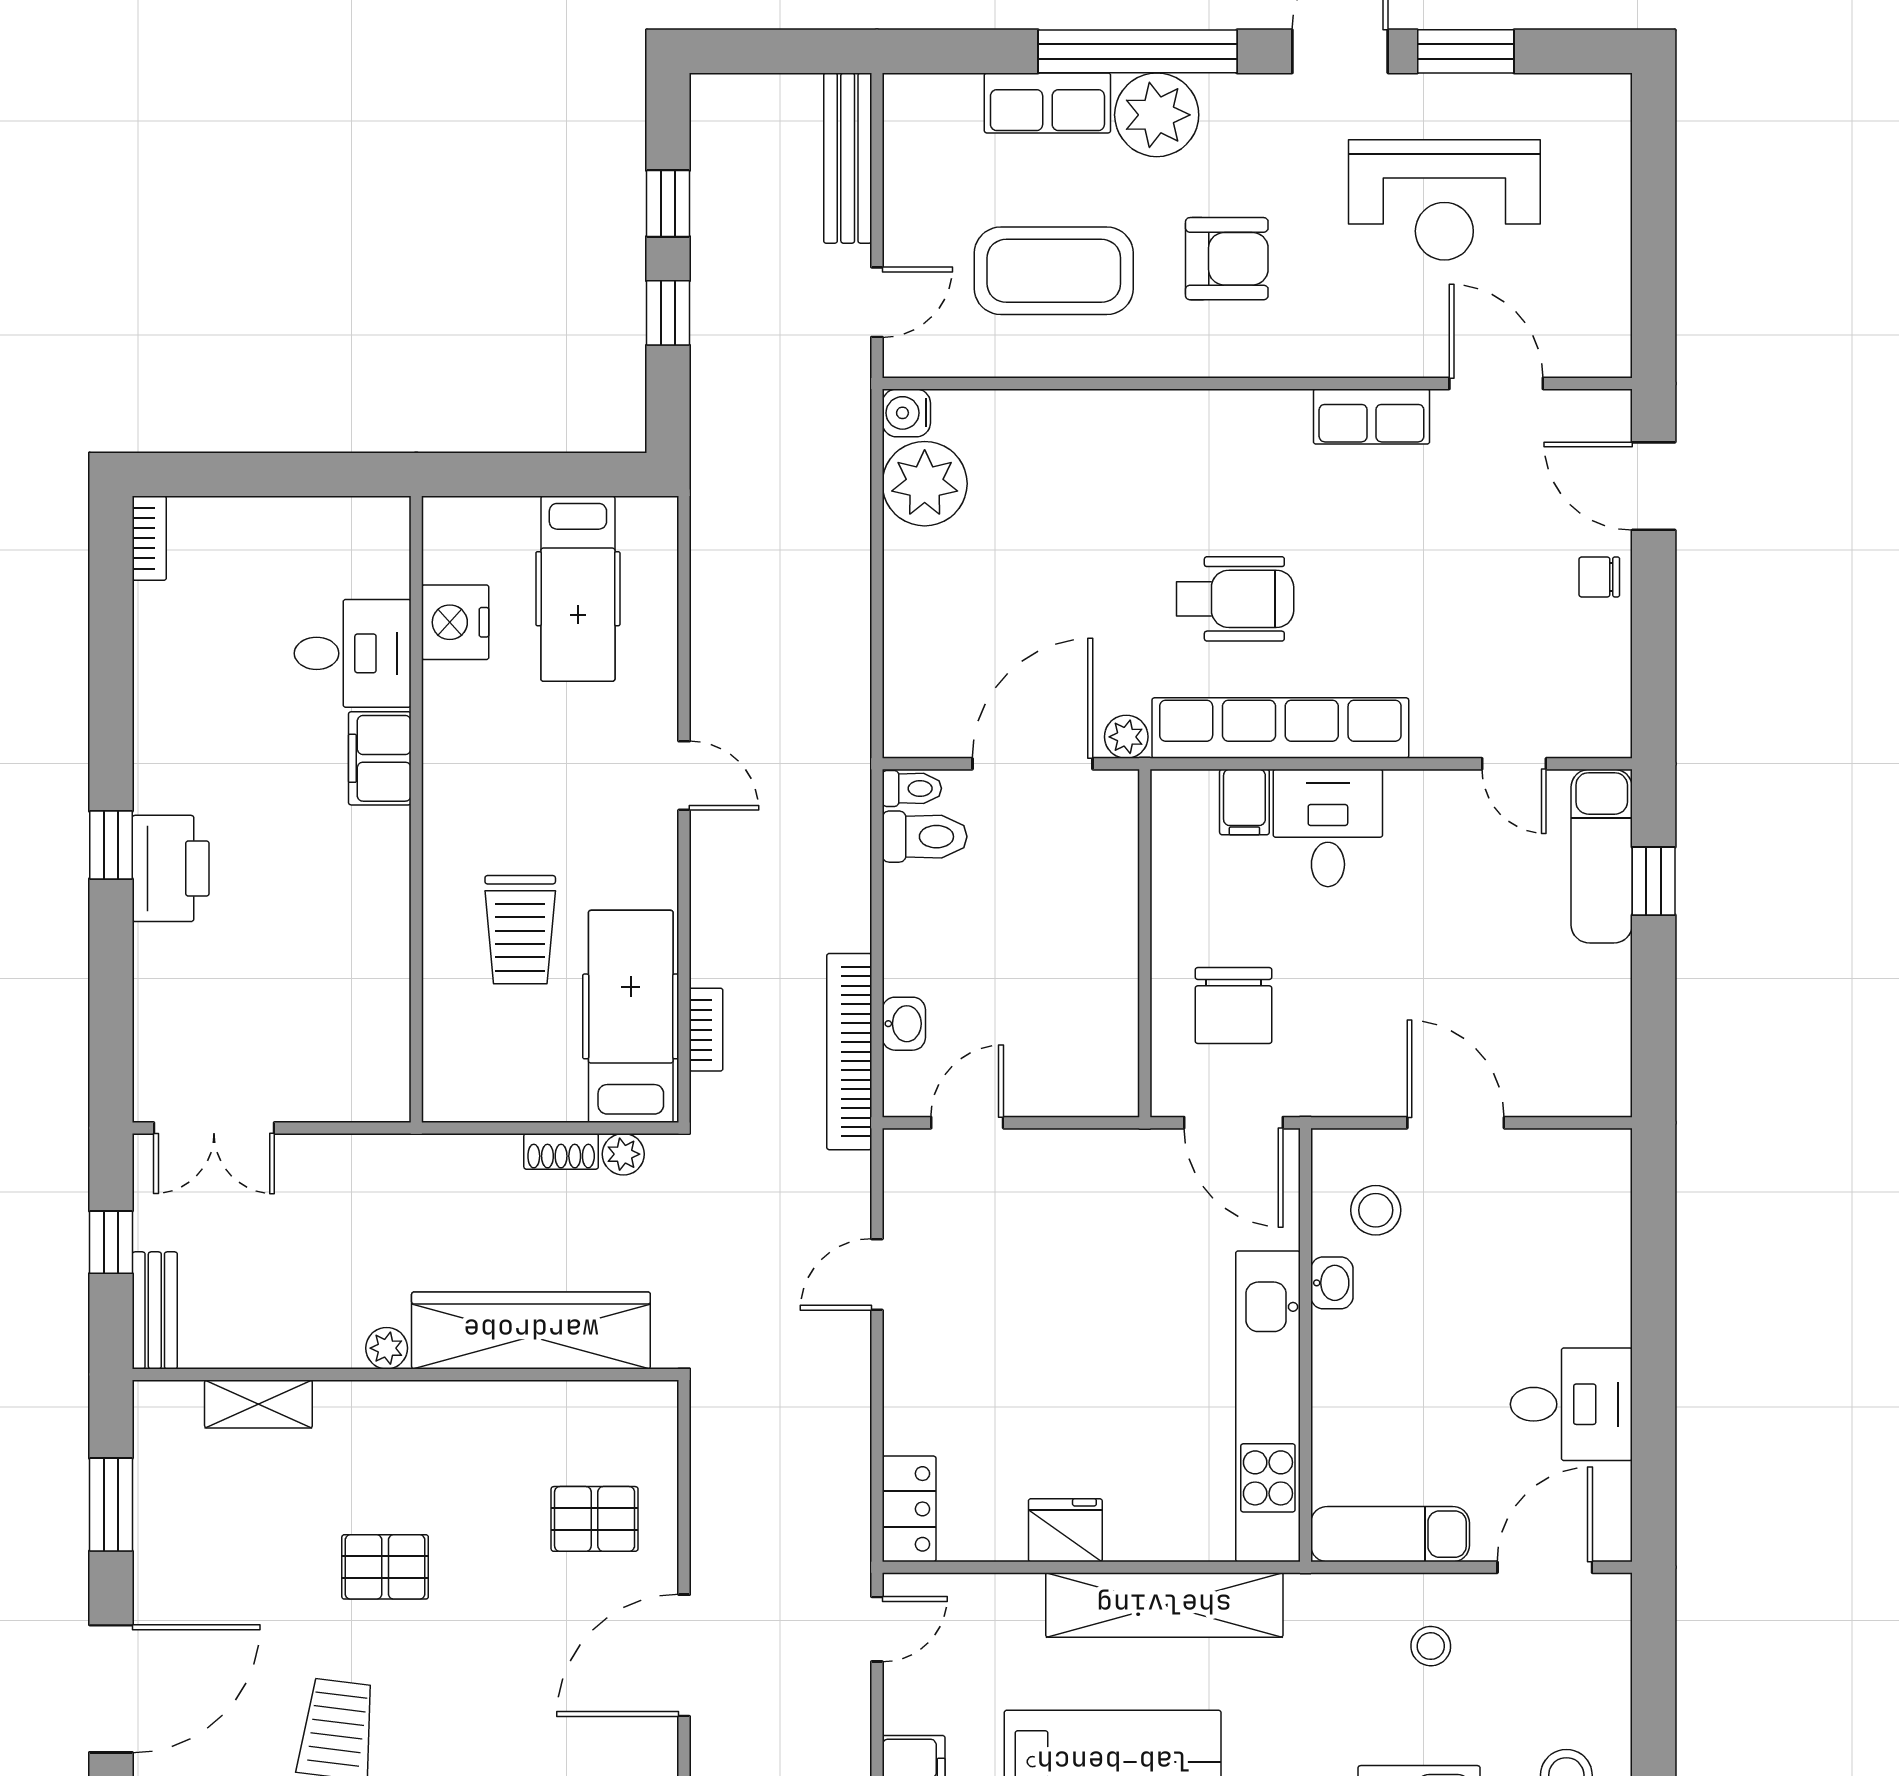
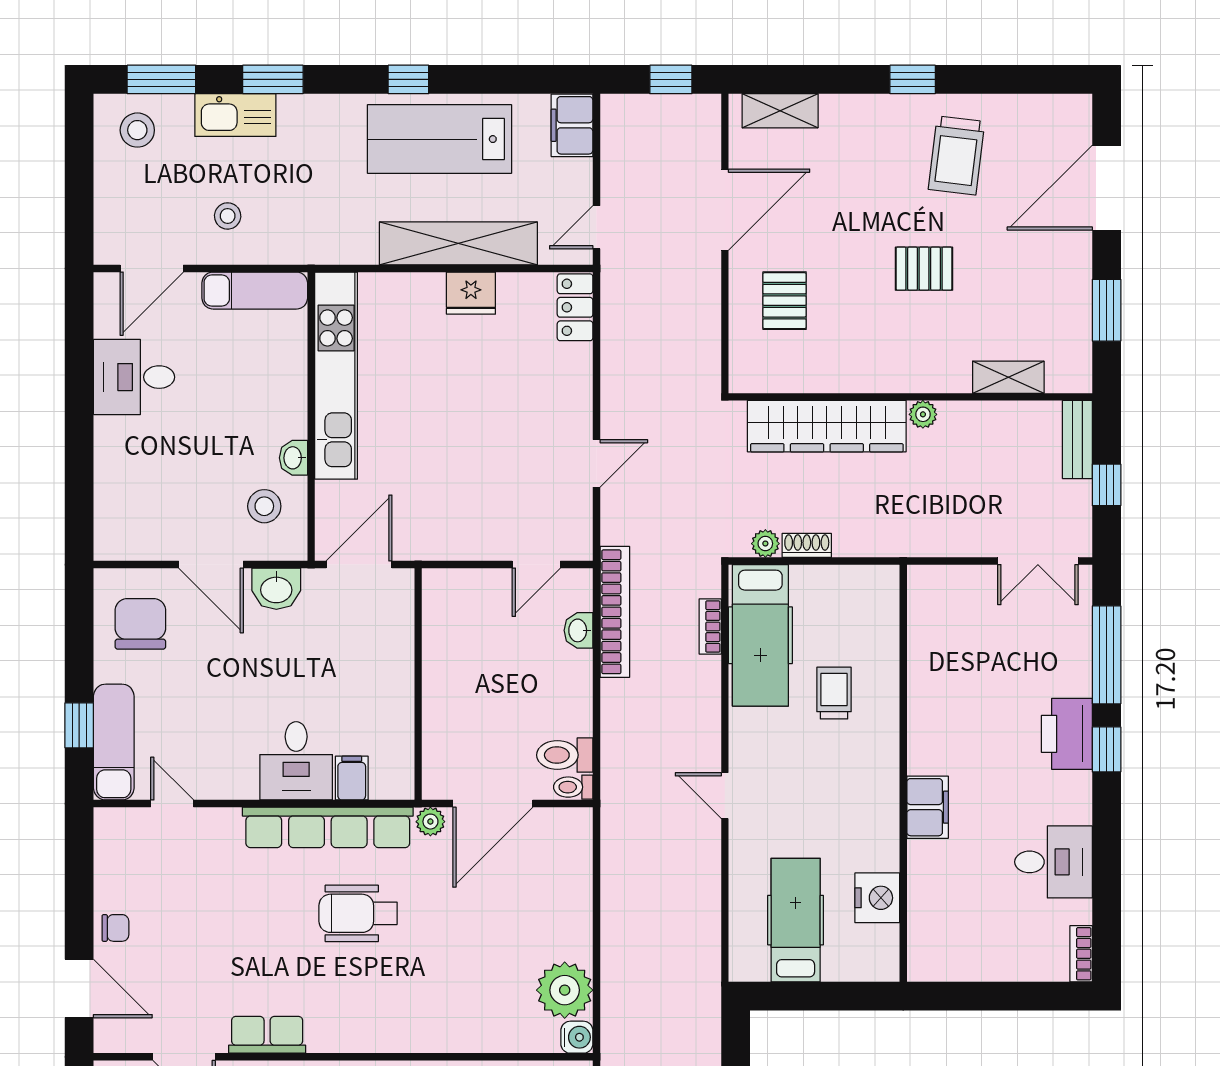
desk: (353, 653) -> (1054, 862), moved, turned 180
trolley: (520, 930) -> (834, 693), width x0.73, depth x0.72
window: (111, 987) -> (1107, 655), added
chair: (1234, 1005) -> (140, 624), moved
washbasin: (1358, 1086) -> (276, 589), added
door: (1233, 1123) -> (359, 565), hinge flipped
double door: (214, 1128) -> (1038, 561), swing flipped
pallet: (595, 1519) -> (785, 301), turned 90
shelving: (1164, 1605) -> (458, 243), moved

